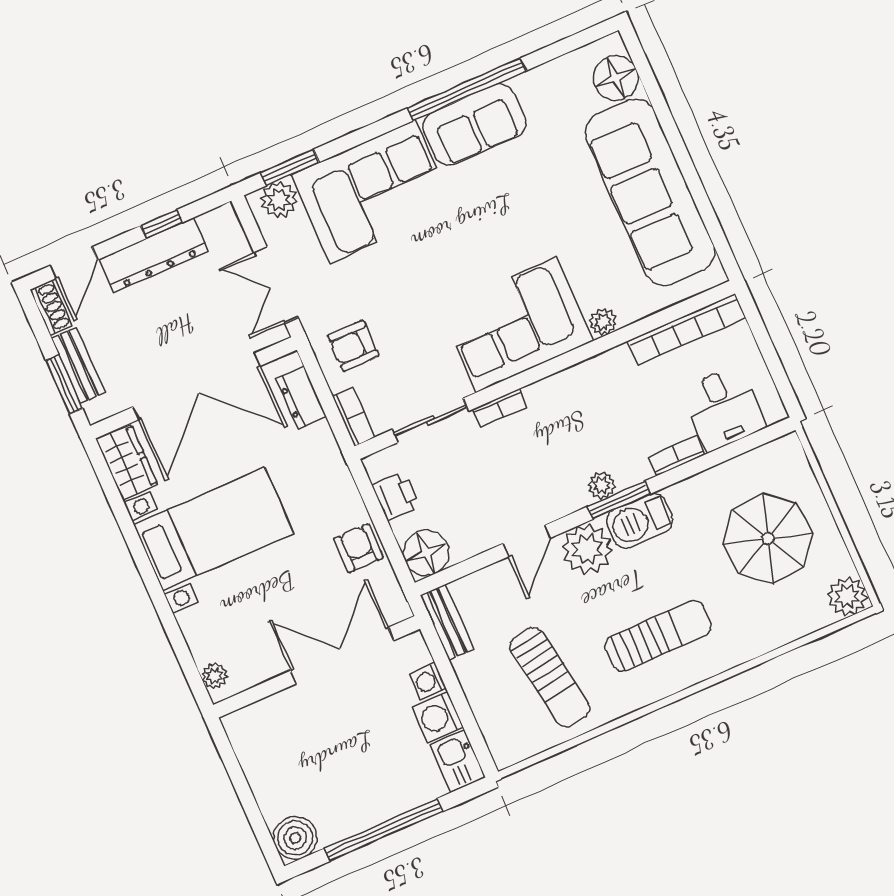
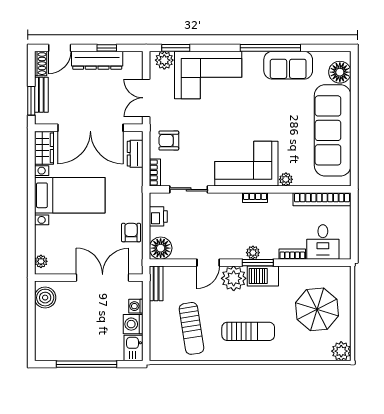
sofa: (475, 125) -> (288, 65), moved
bookcase: (500, 408) -> (255, 198), moved
boiler: (295, 838) -> (45, 298), moved

